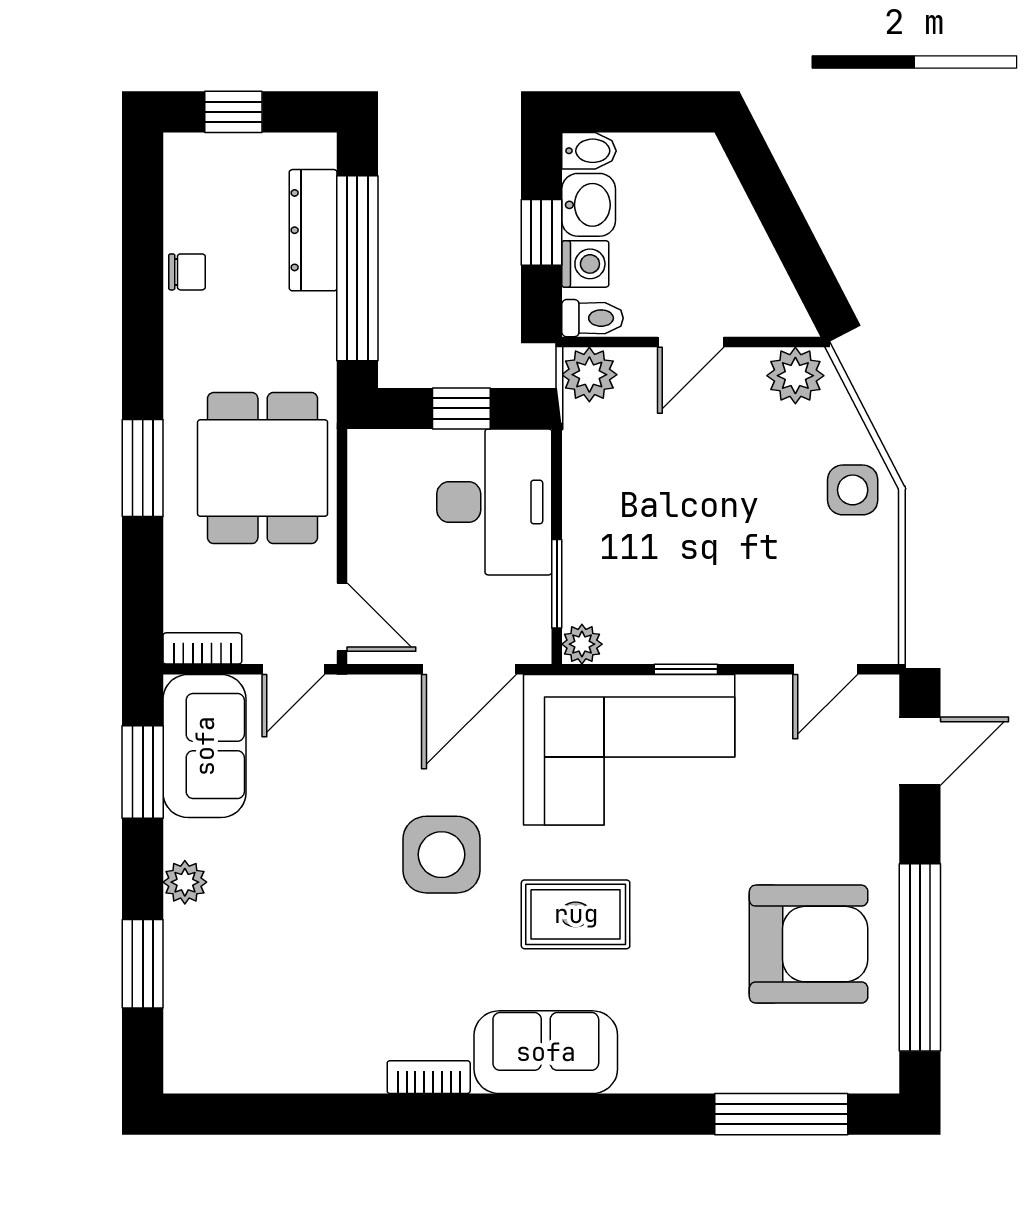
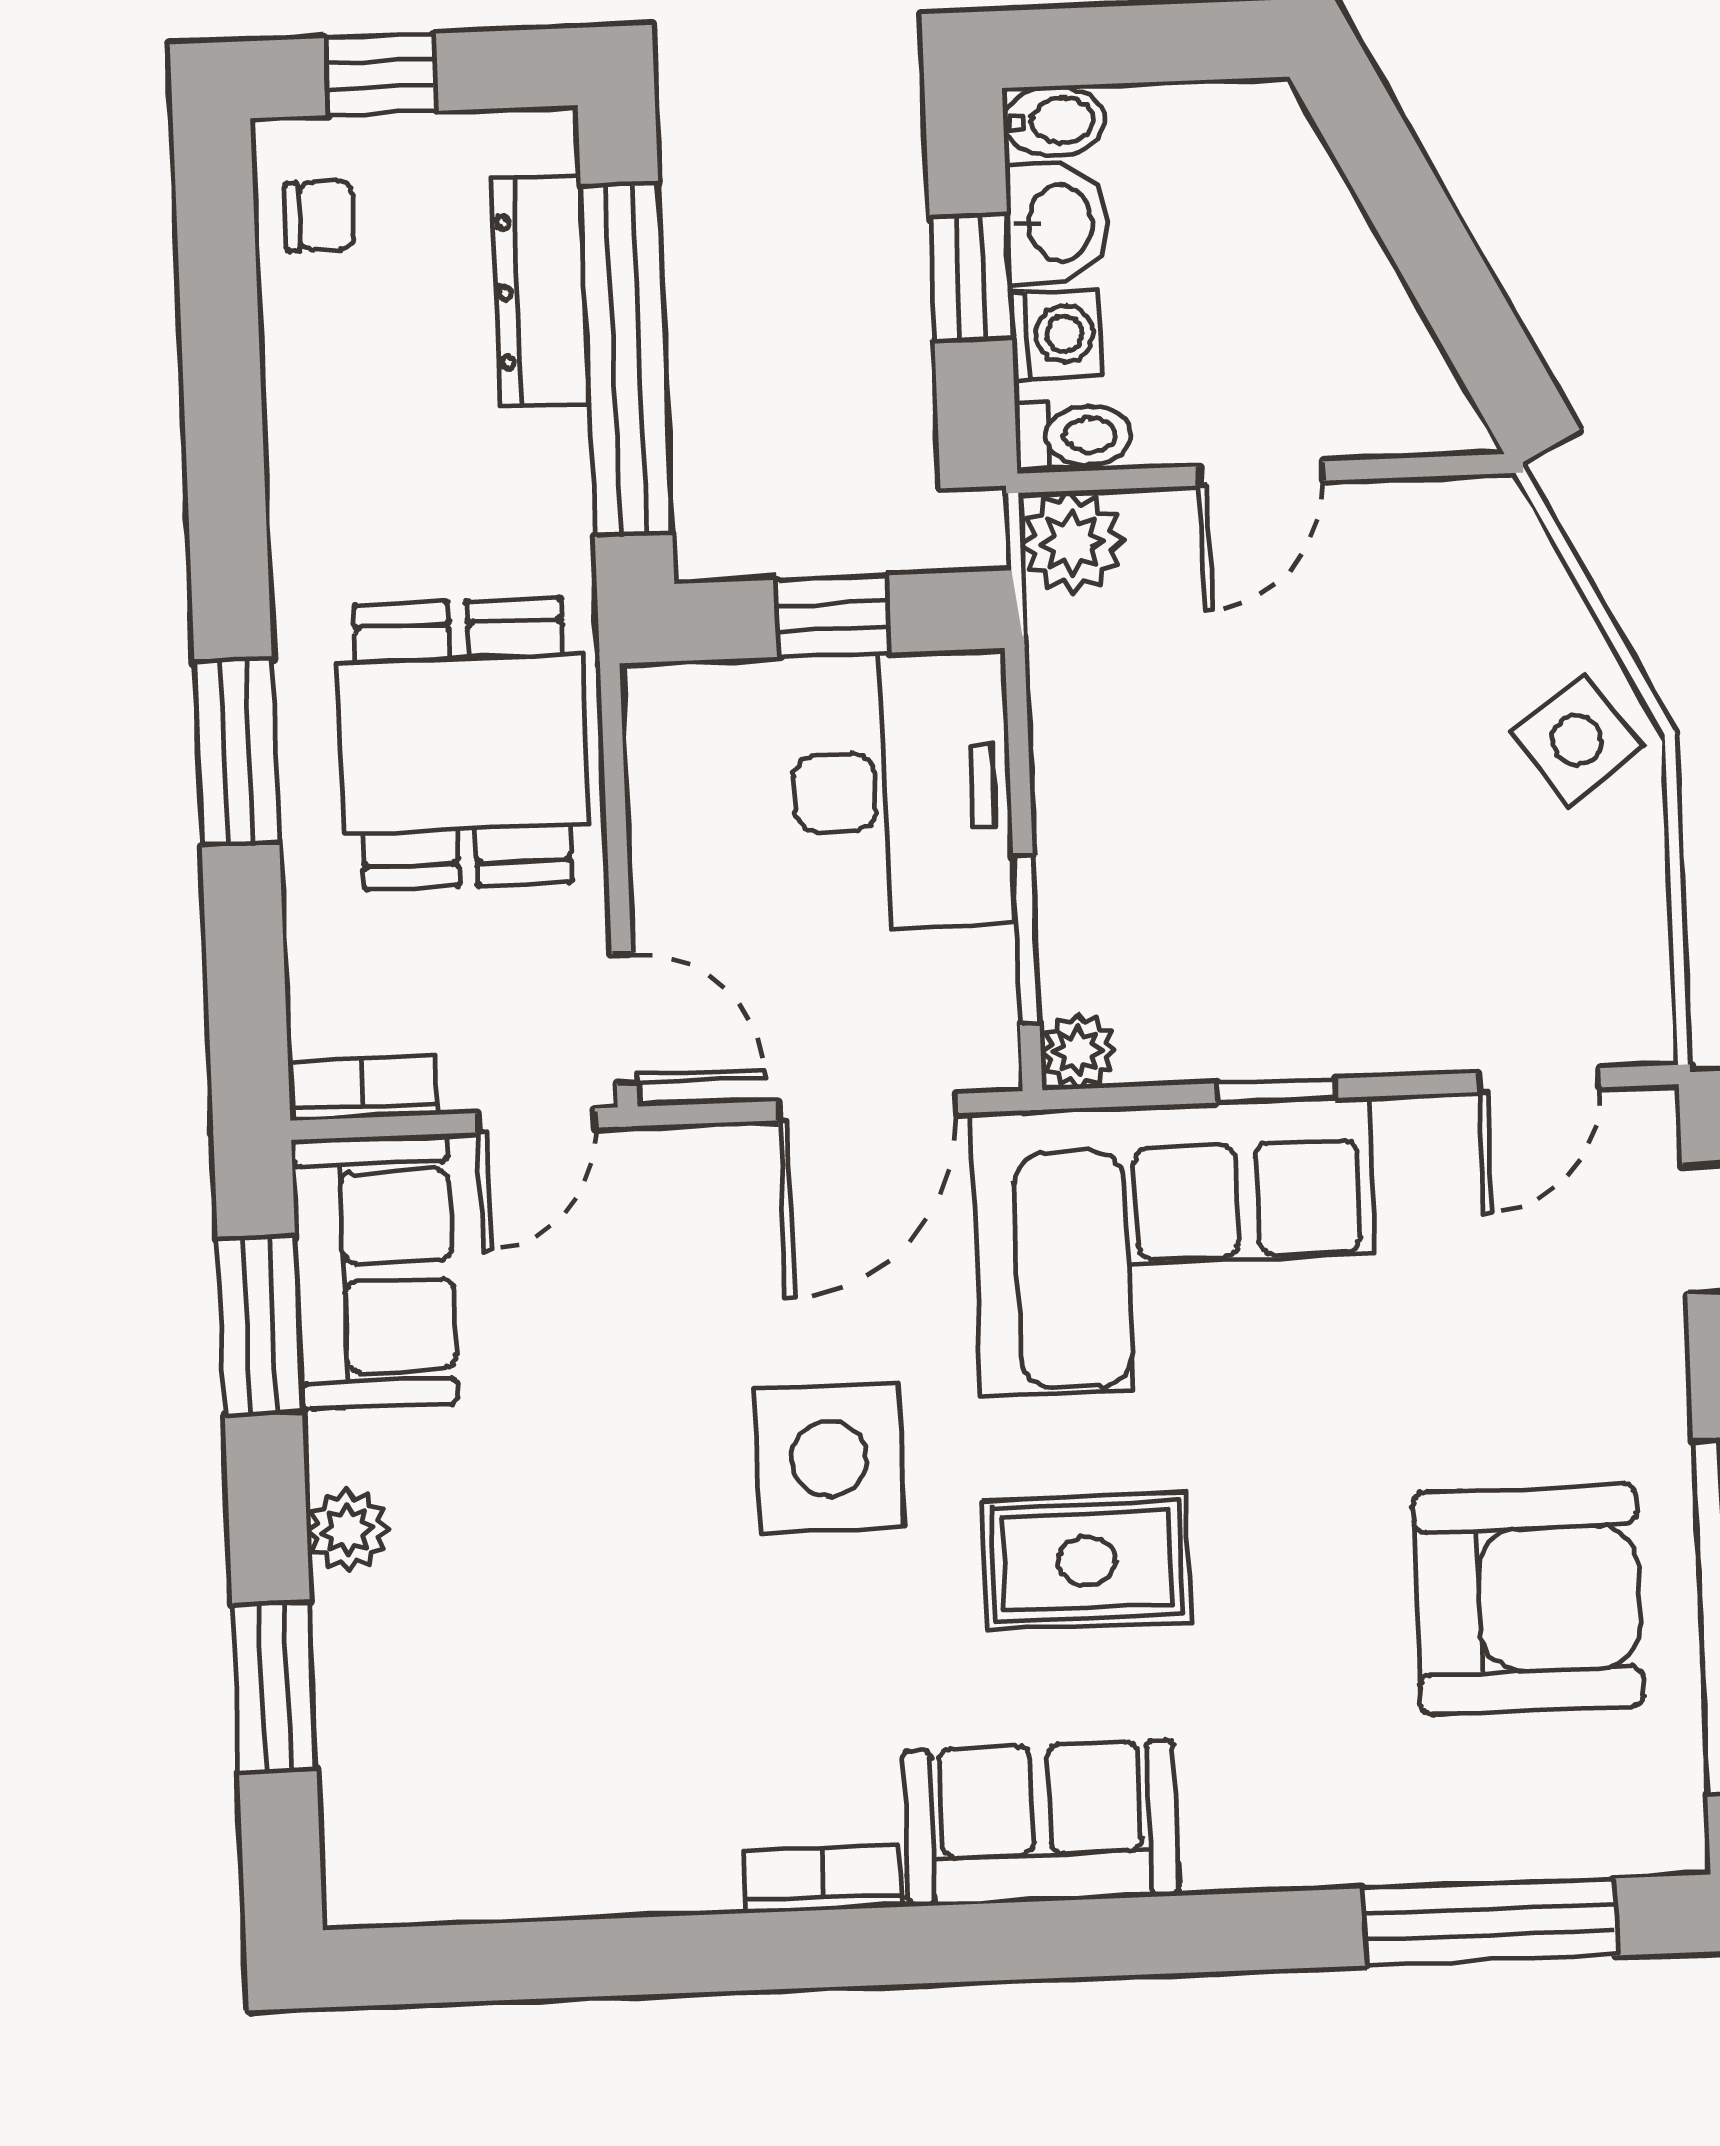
chair: (187, 272) -> (320, 216), moved
plant: (795, 376) -> (1460, 529), removed
side table: (853, 490) -> (1577, 740), turned -36

